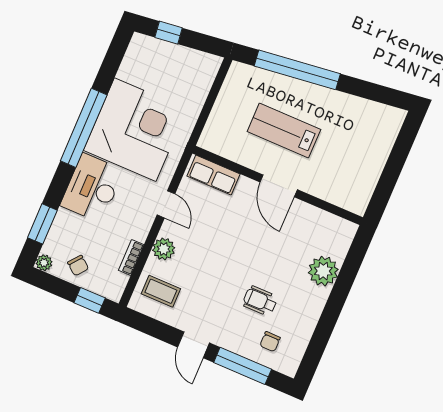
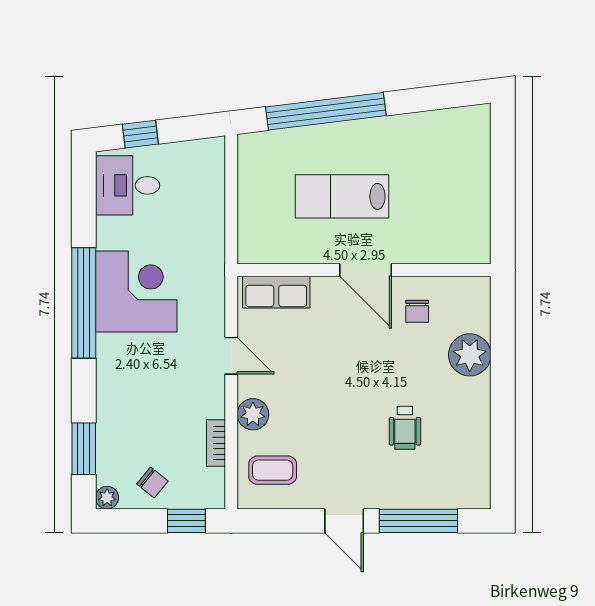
corner desk: (135, 130) -> (136, 292), width x0.74, depth x0.74
desk: (92, 188) -> (128, 185), moved, width x0.73
wheelchair: (260, 301) -> (405, 428), turned -90
chair: (270, 342) -> (417, 311), moved

